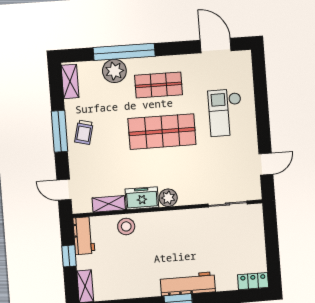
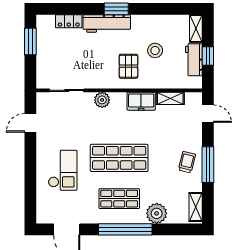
window: (124, 52) -> (125, 229), moved
plant: (168, 198) -> (102, 100), moved
stool: (126, 226) -> (155, 50), moved
workbench: (84, 236) -> (194, 60), moved
pallet: (159, 237) -> (128, 66), added
window: (273, 256) -> (30, 42), added
locker: (253, 281) -> (69, 21), moved

